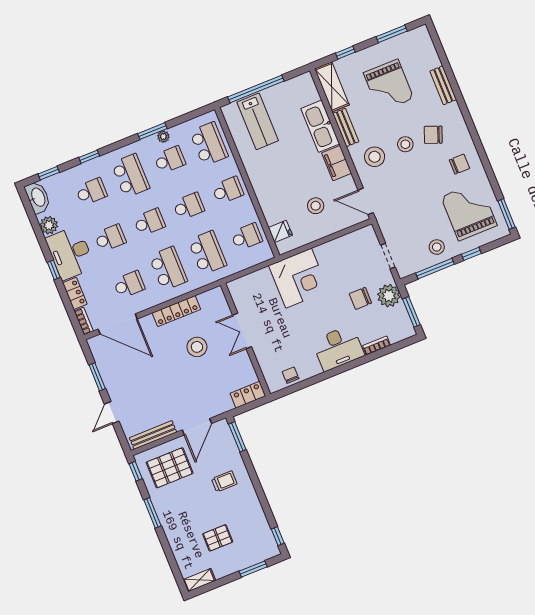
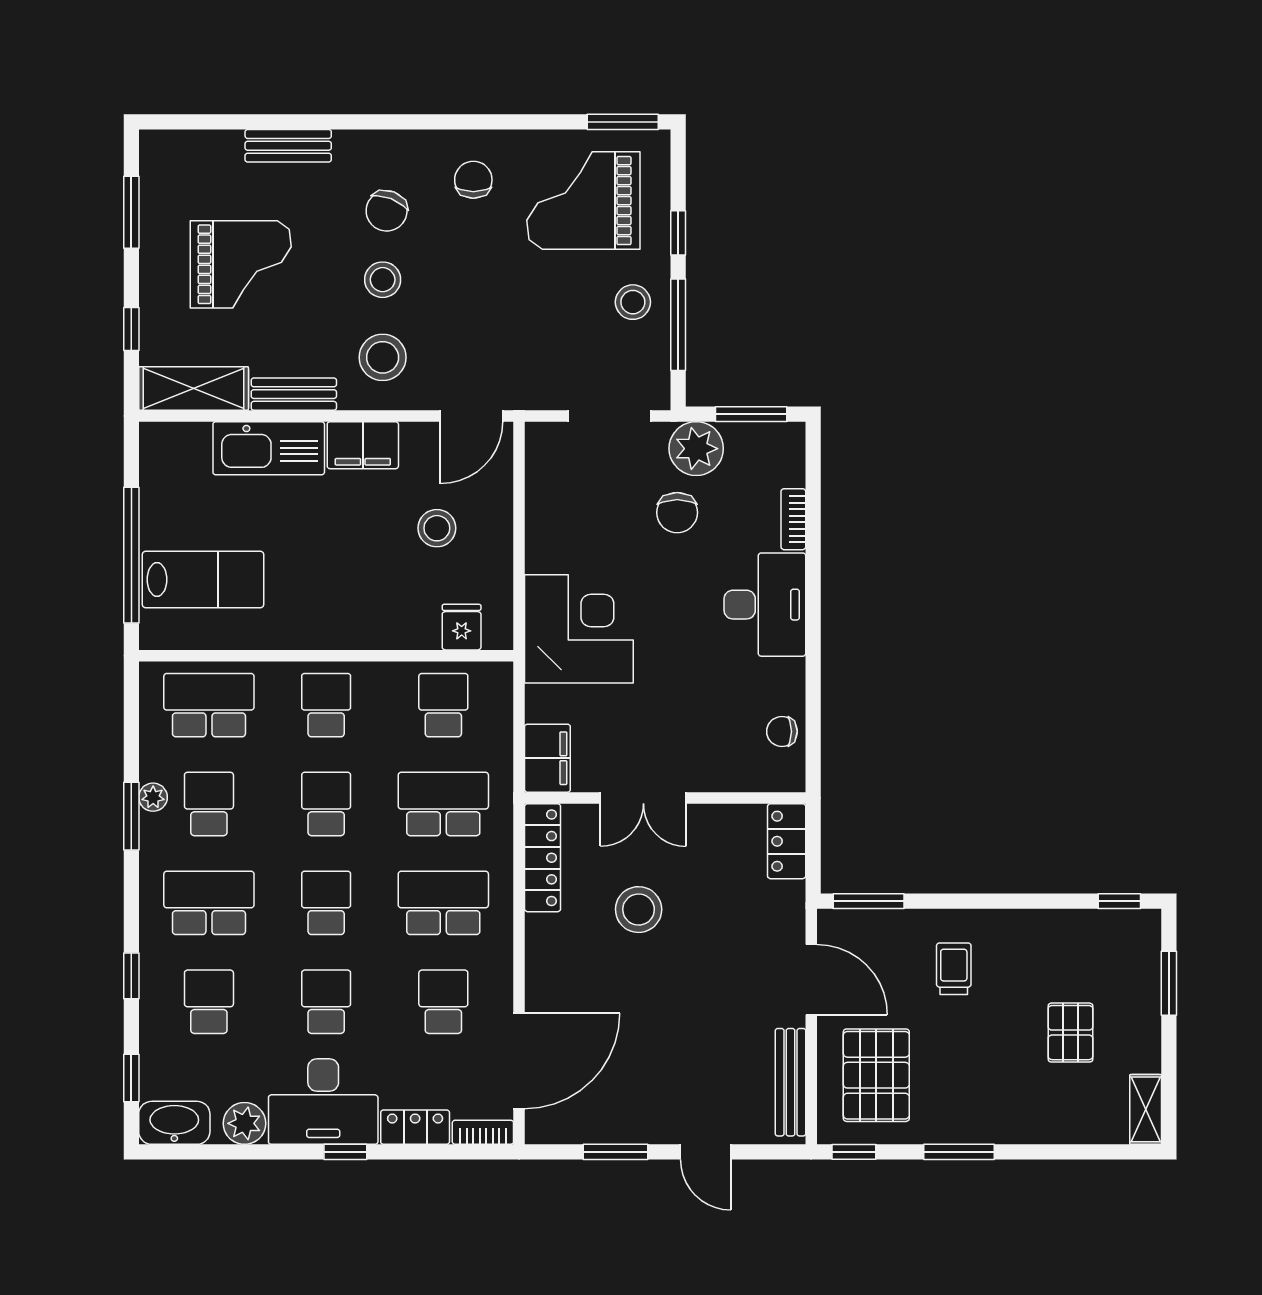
doorway: (388, 256) -> (609, 416), width x1.38
filing cabinet: (242, 287) -> (547, 758), added
locker: (176, 311) -> (543, 858), moved

